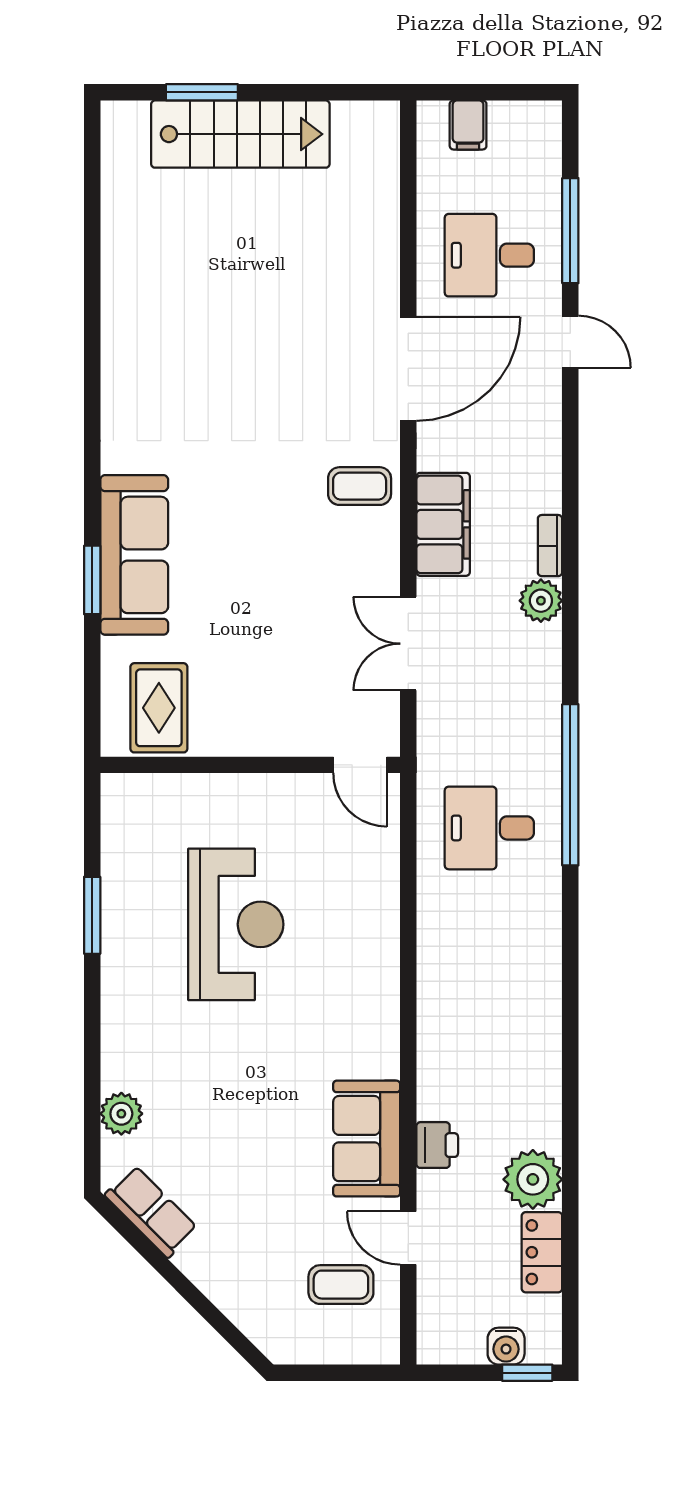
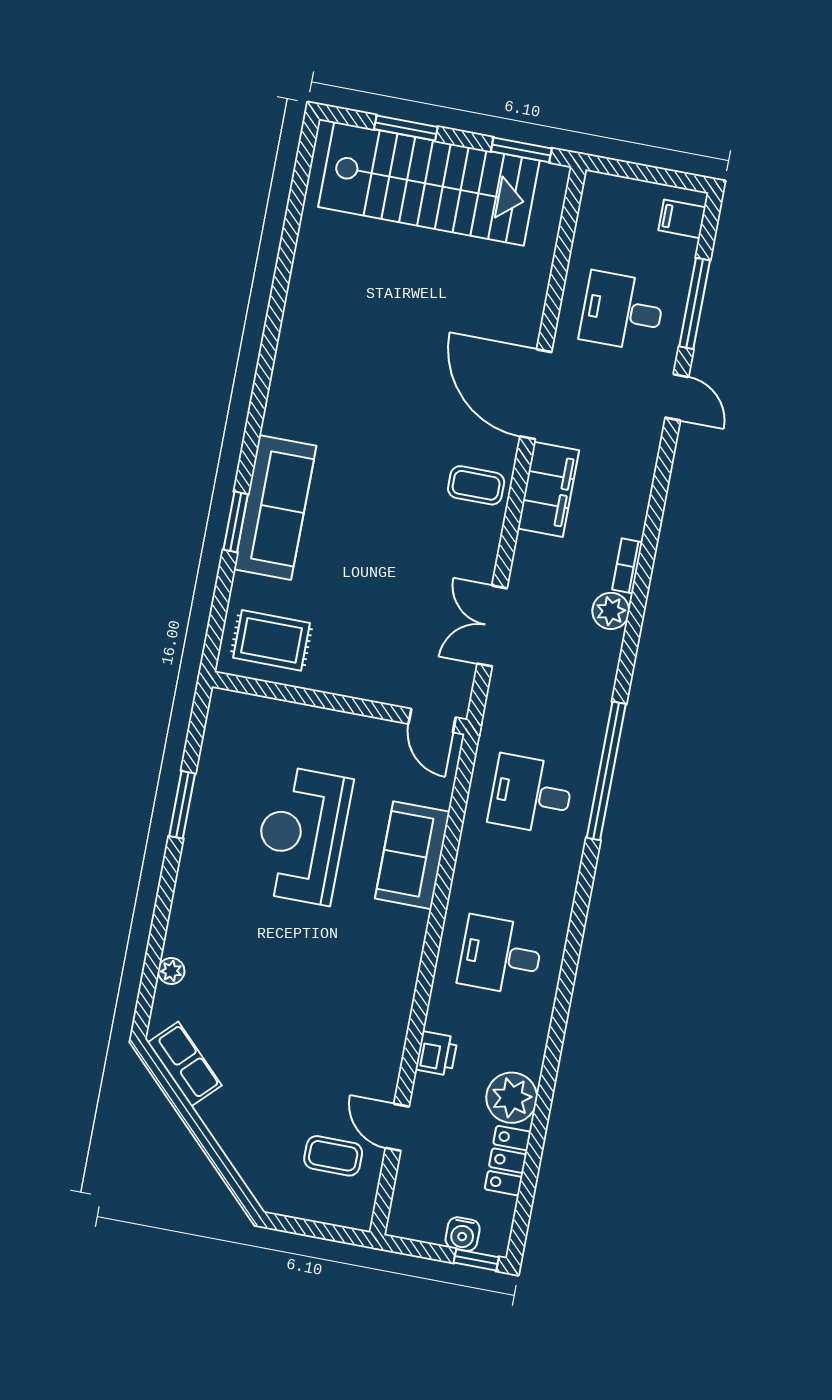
window: (339, 92) -> (521, 150), added
filing cabinet: (468, 125) -> (682, 219), moved, turned 90
stairs: (240, 134) -> (429, 184), width x1.36, depth x1.51
door: (408, 369) -> (536, 394), swing flipped
filing cabinet: (443, 524) -> (548, 489), moved
rug: (159, 708) -> (272, 640), turned 90
reception desk: (236, 924) -> (302, 835), turned 180
desk: (489, 1019) -> (501, 955), added
plant: (121, 1114) -> (171, 971), width x0.73, depth x0.73
sofa: (367, 1139) -> (412, 855), moved

